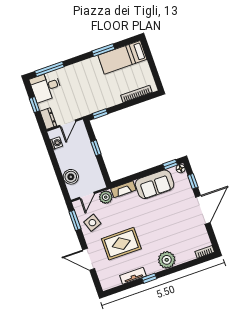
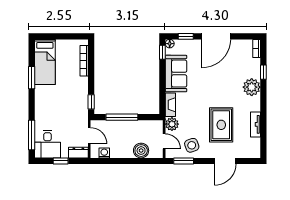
window: (96, 148) -> (122, 117), width x2.17
door: (203, 210) -> (216, 36), swing flipped
window: (149, 278) -> (263, 72), moved

